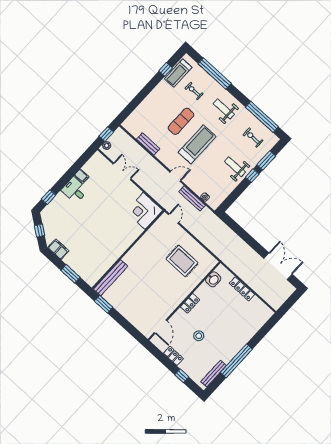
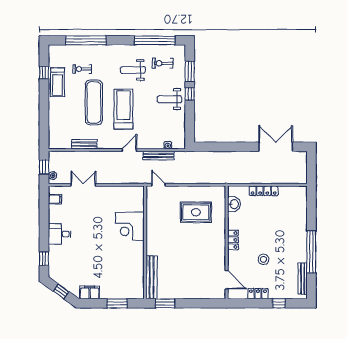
treadmill: (178, 73) -> (57, 82), moved
weight bench: (224, 109) -> (133, 70), moved
exercise mat: (181, 121) -> (94, 102), width x1.36, depth x1.45
filing cabinet: (82, 176) -> (55, 199), moved
corner desk: (144, 211) -> (130, 226), moved

